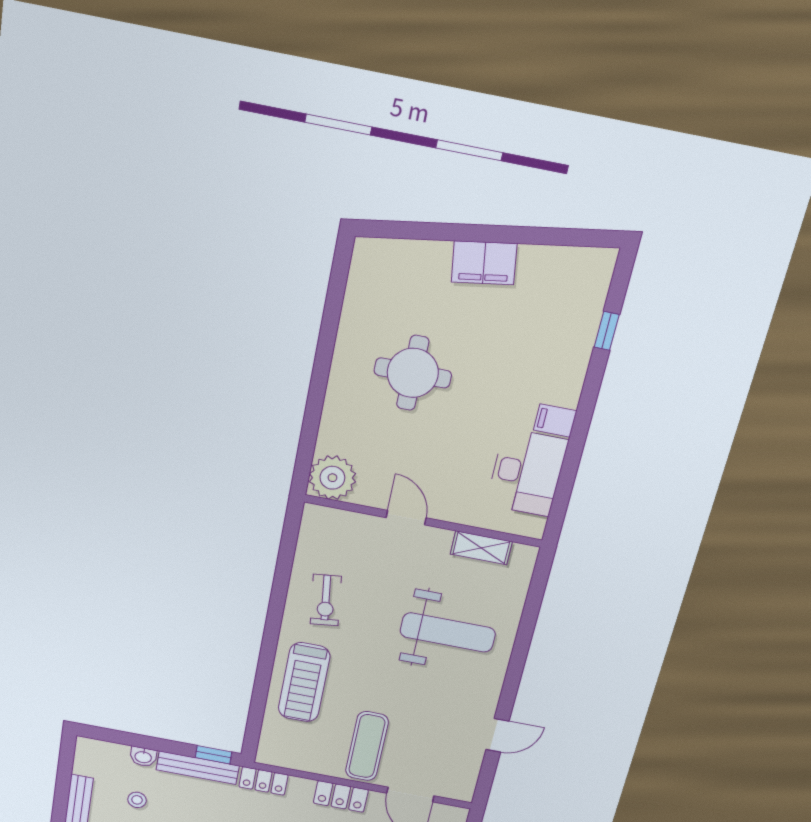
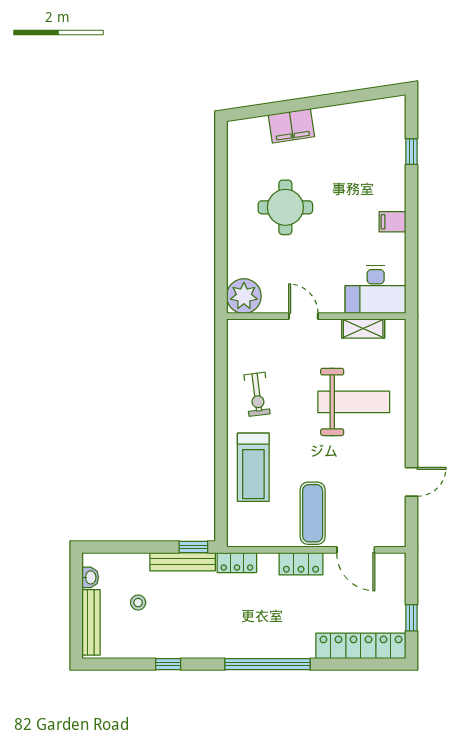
filing cabinet: (484, 263) -> (291, 126), moved
desk: (527, 473) -> (376, 290), moved, turned 90
washbasin: (143, 757) -> (90, 577), moved, turned -90

